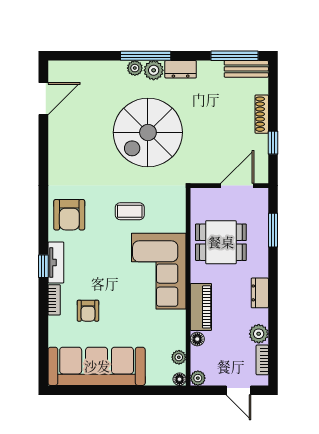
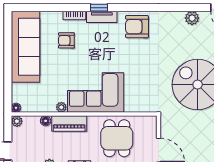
plant: (58, 140) -> (192, 18), added
coffee table: (130, 211) -> (140, 71), removed
plant: (179, 357) -> (61, 107), moved

